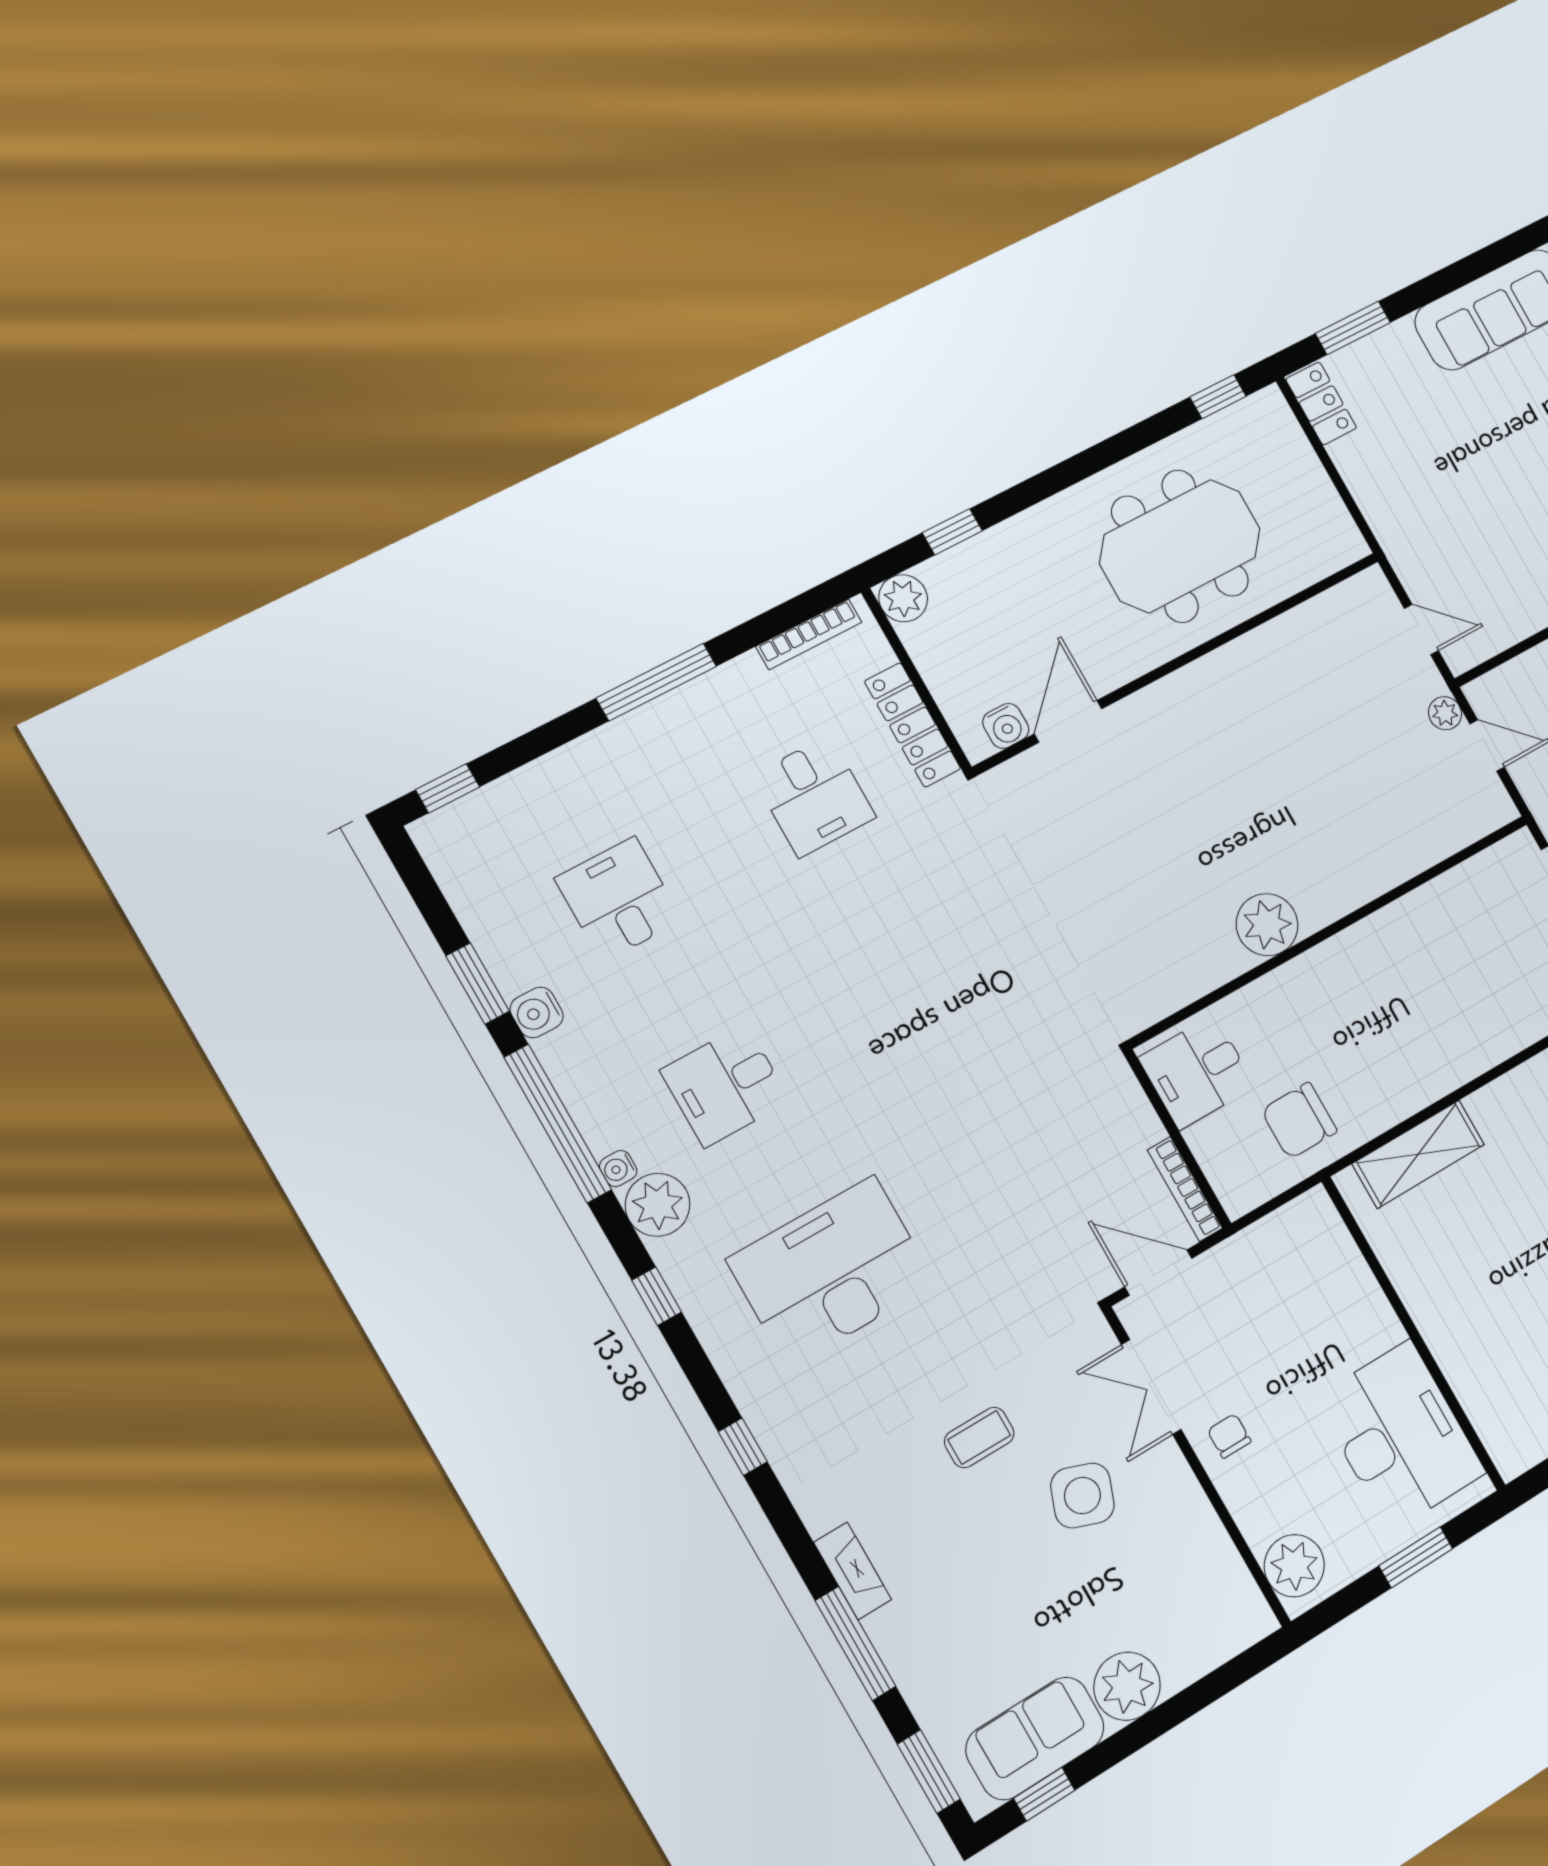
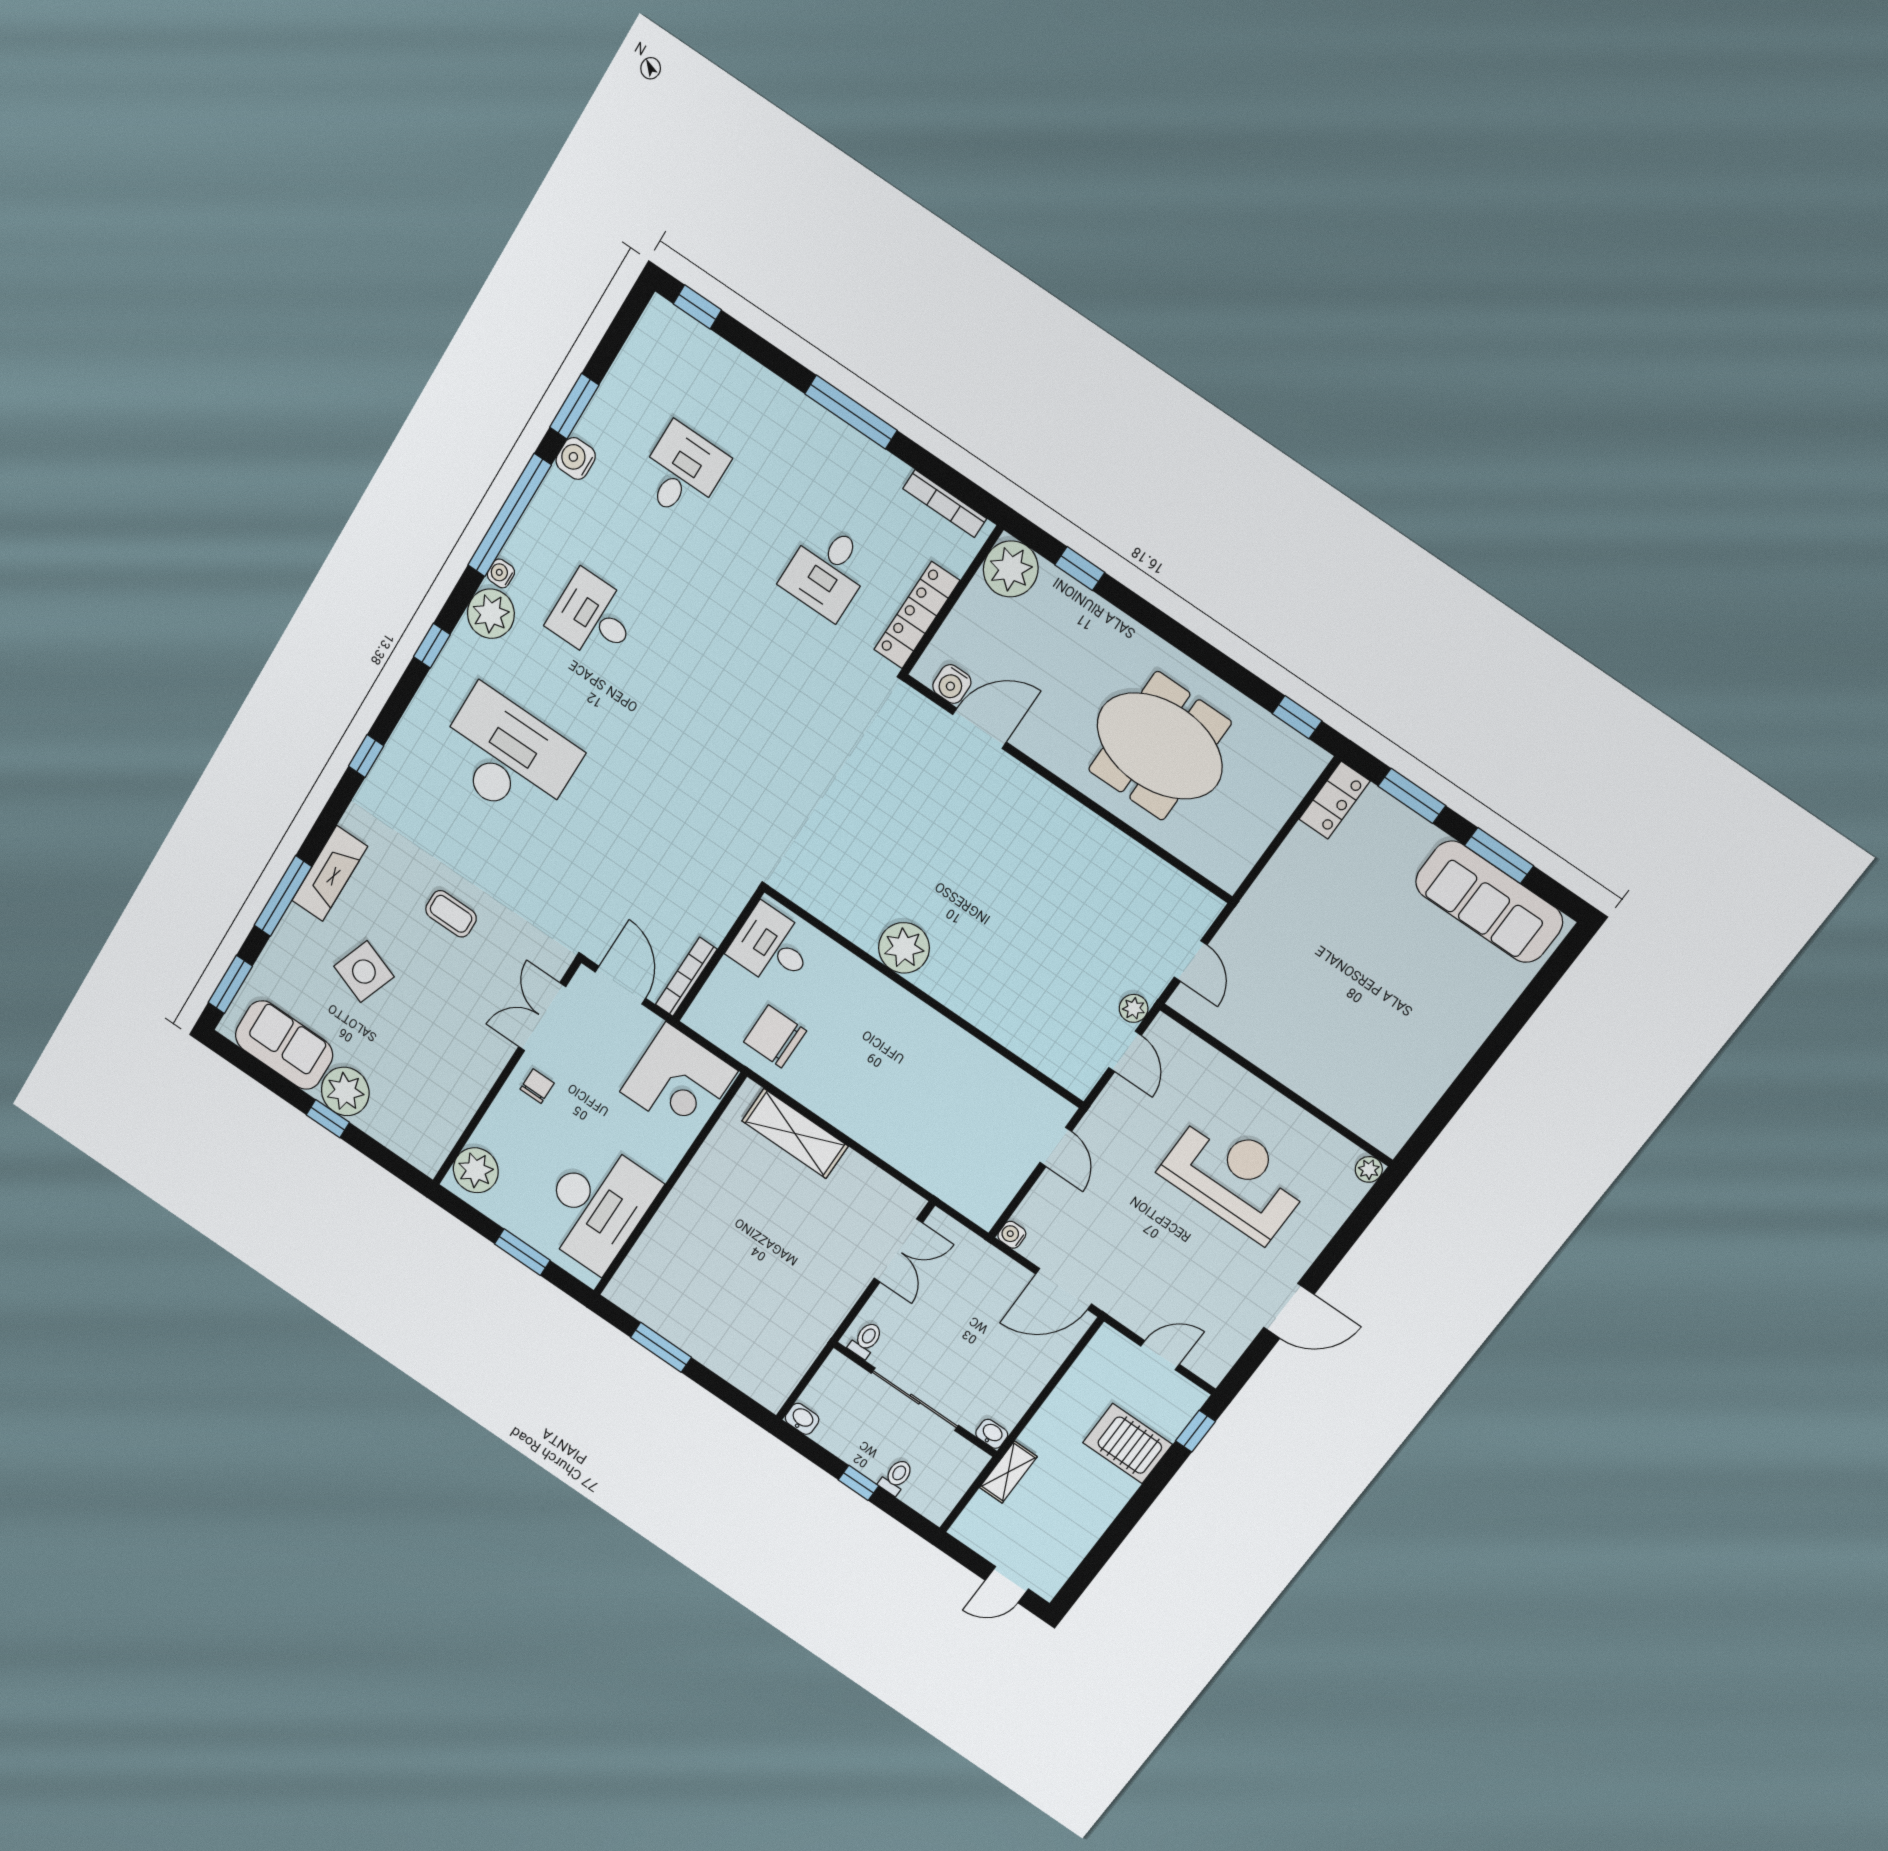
window: (1453, 277) -> (1499, 856), added
plant: (903, 598) -> (1011, 569), width x1.36, depth x1.36
corner desk: (1300, 1260) -> (679, 1081), added
side table: (1082, 1496) -> (364, 972), moved
fireplace: (853, 1571) -> (330, 874), width x1.37, depth x1.32
window: (1044, 1794) -> (328, 1119), moved

